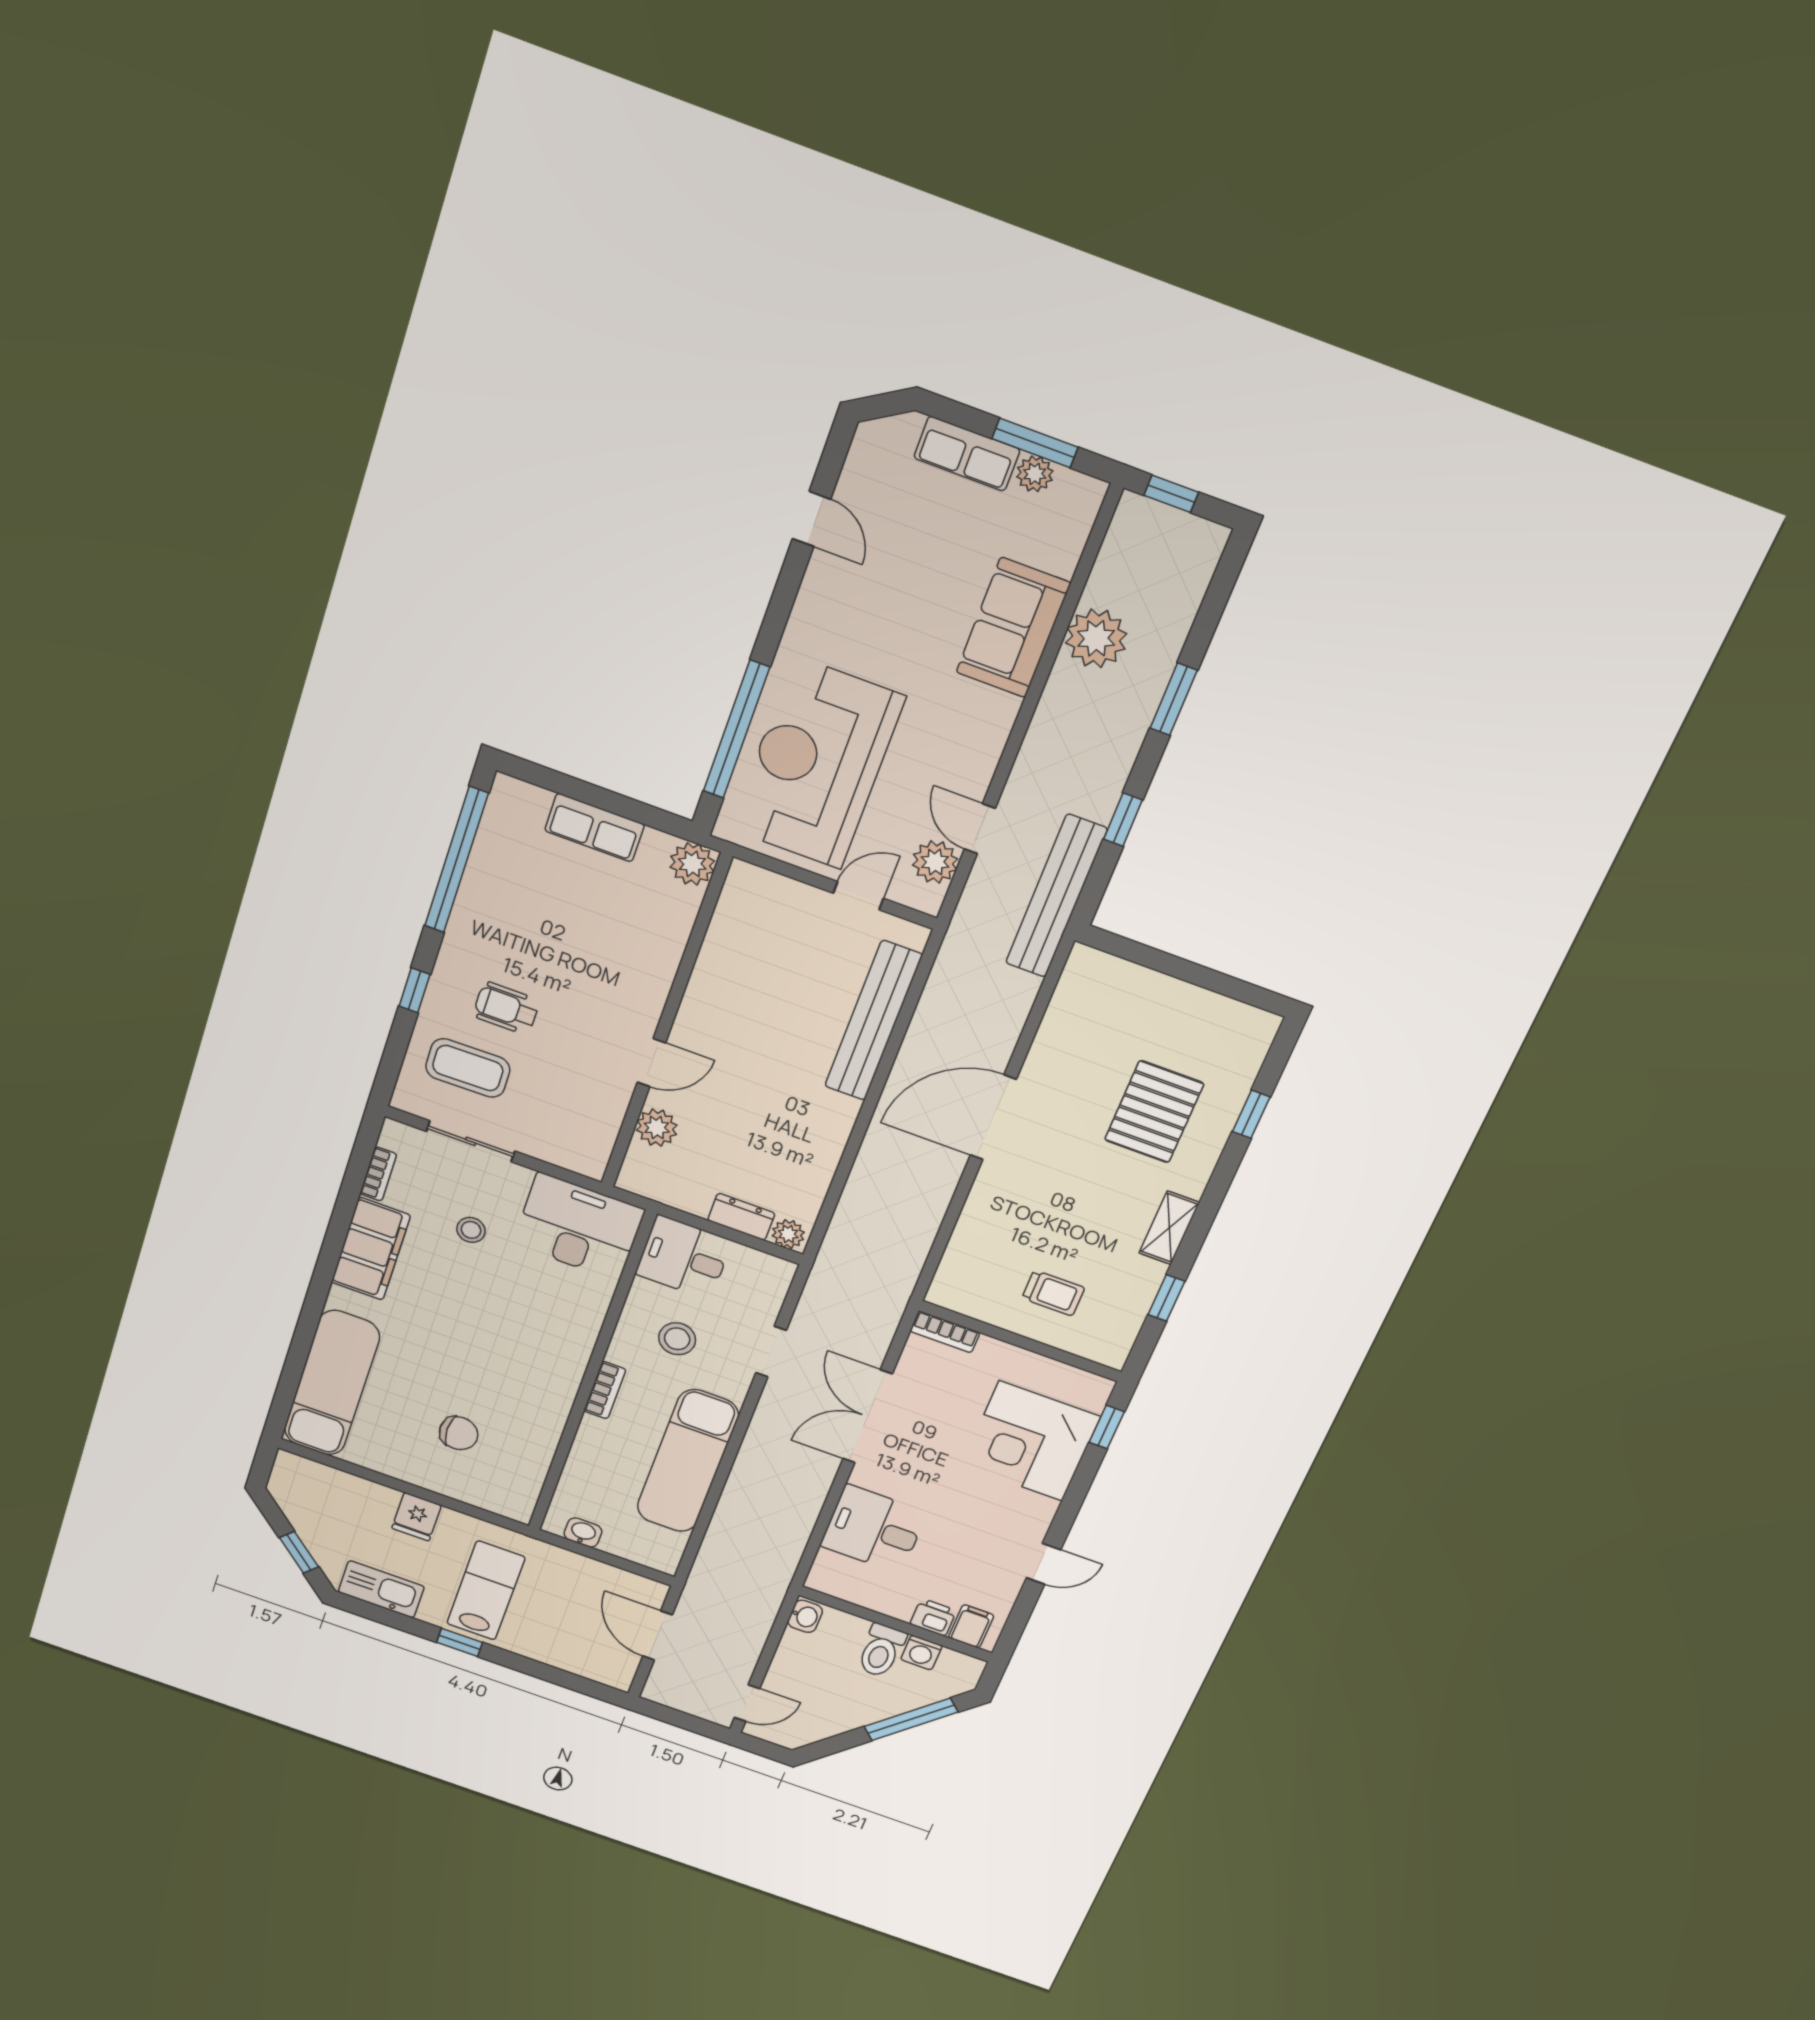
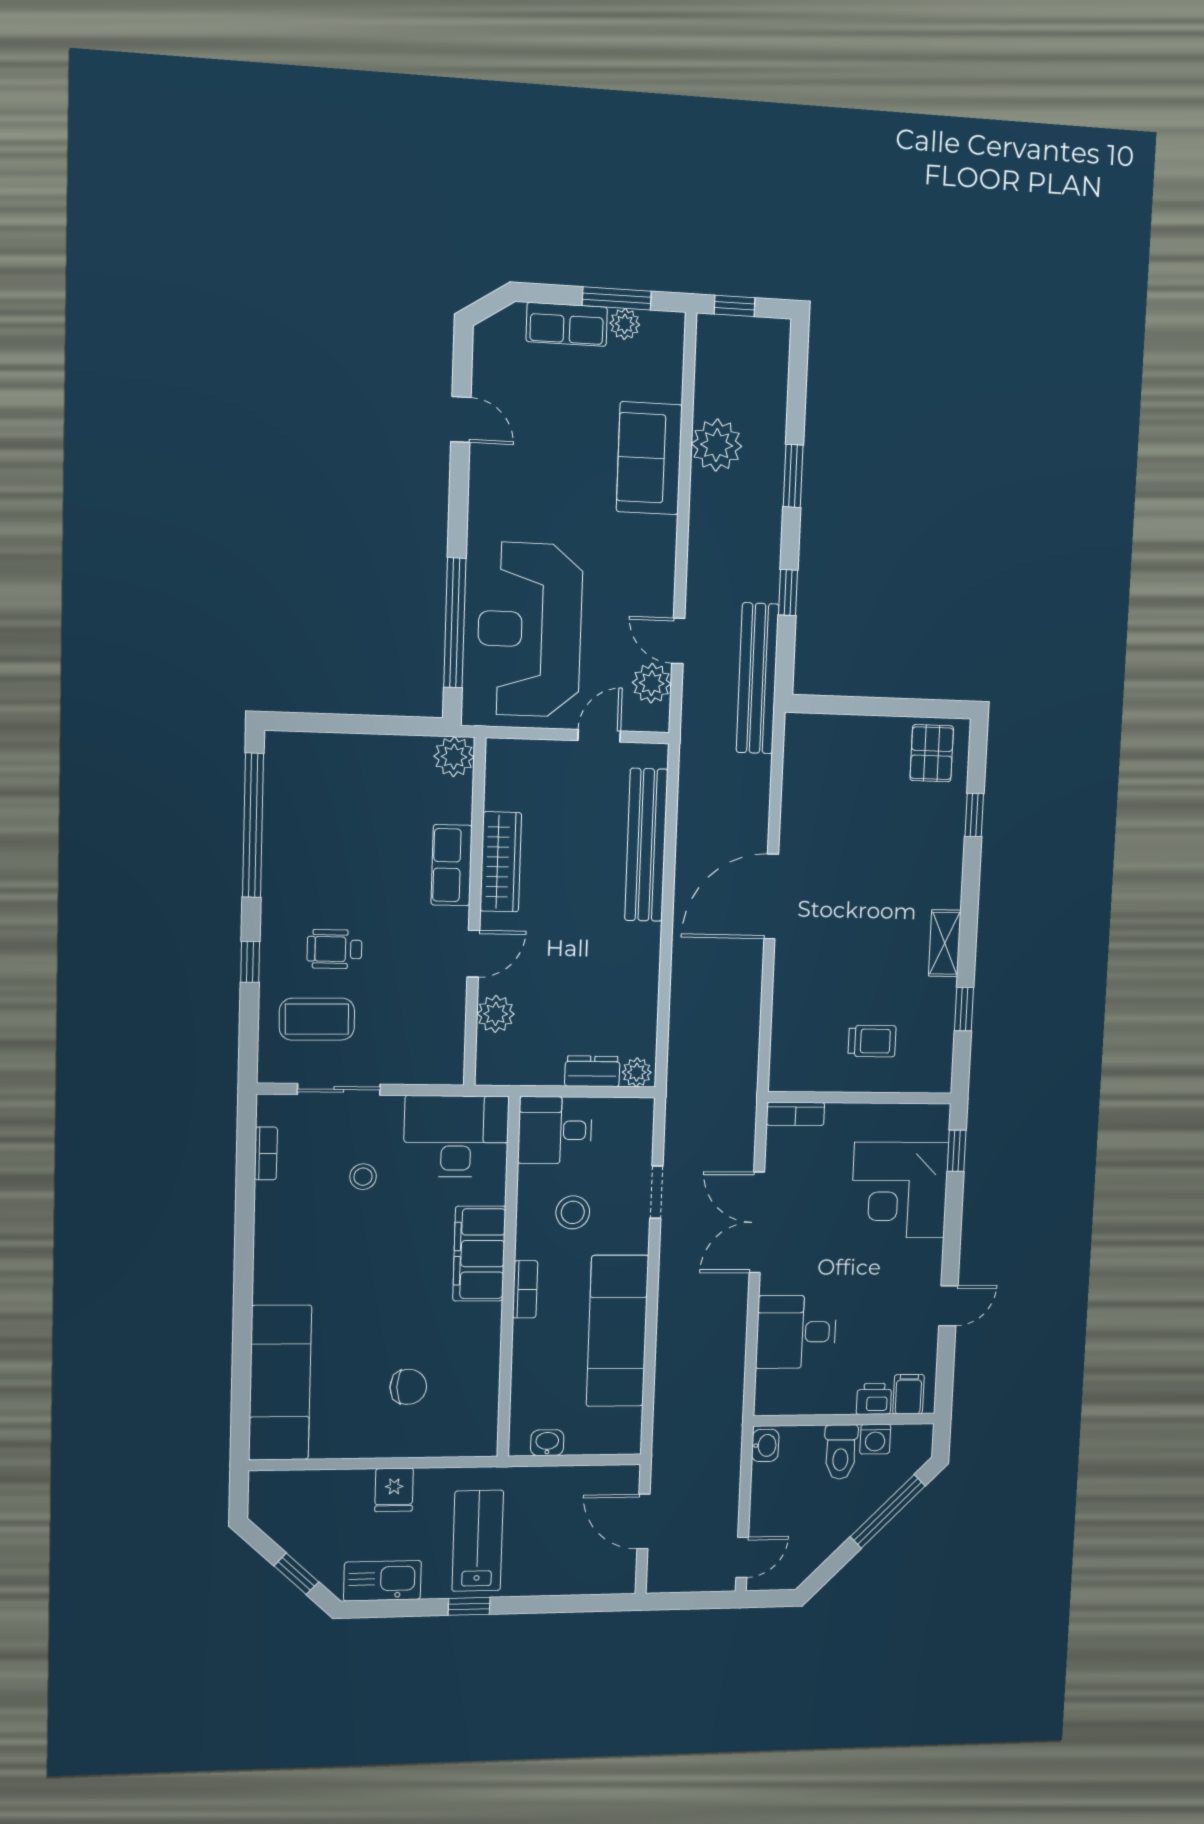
row of seats: (595, 828) -> (452, 865), moved, turned 90
wardrobe: (710, 984) -> (501, 862), added
pallet: (1154, 1112) -> (932, 753), moved, width x0.67, depth x0.71
filing cabinet: (371, 1249) -> (479, 1254), moved, turned 180

